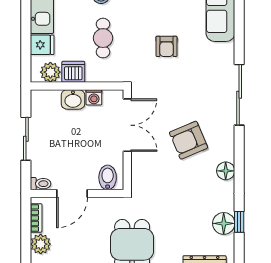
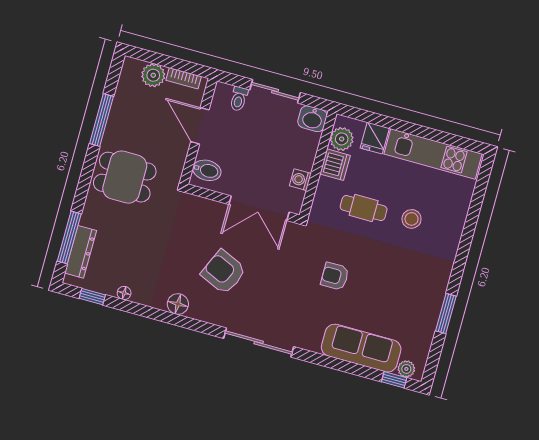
washbasin: (73, 99) -> (312, 119), moved, turned -90
armchair: (188, 140) -> (224, 272), turned -43
toilet: (41, 184) -> (239, 99), moved
window: (239, 222) -> (92, 297), moved
floor lamp: (224, 223) -> (124, 293), width x0.53, depth x0.53

